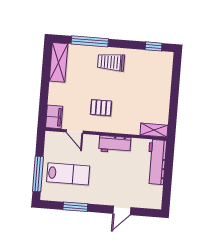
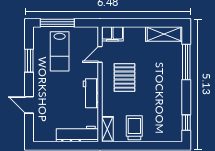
trolley: (111, 62) -> (134, 128), moved
pallet: (101, 108) -> (124, 78), width x1.50, depth x1.42

